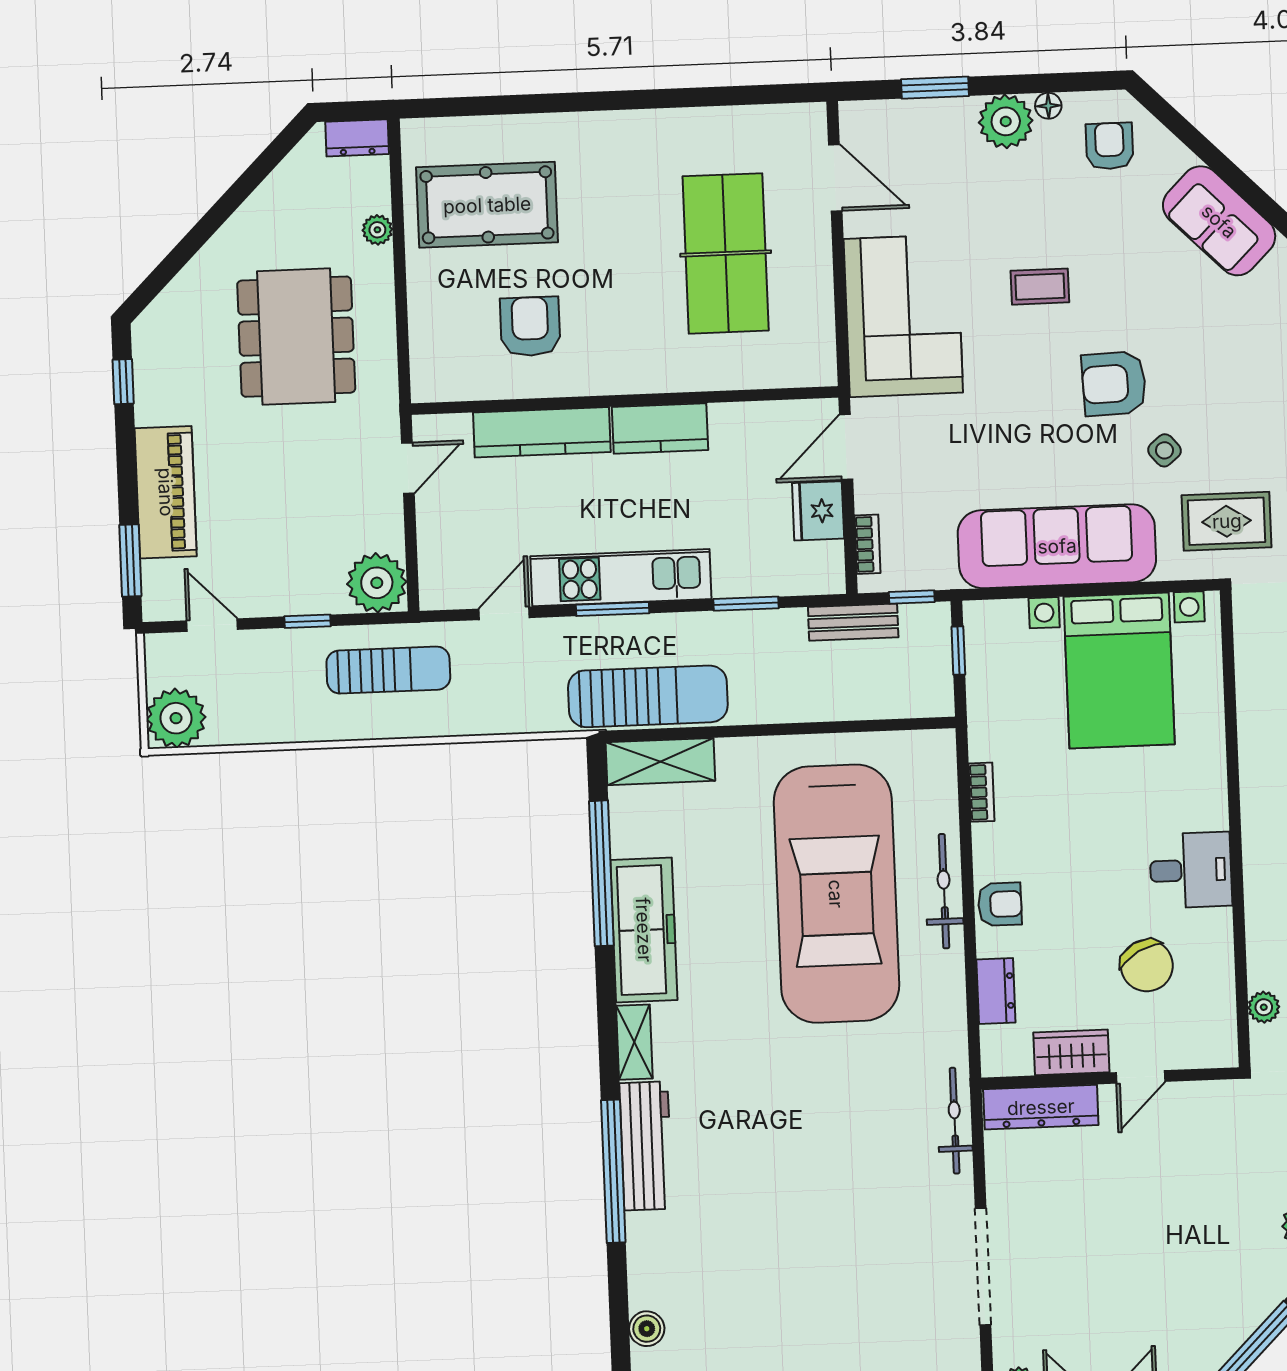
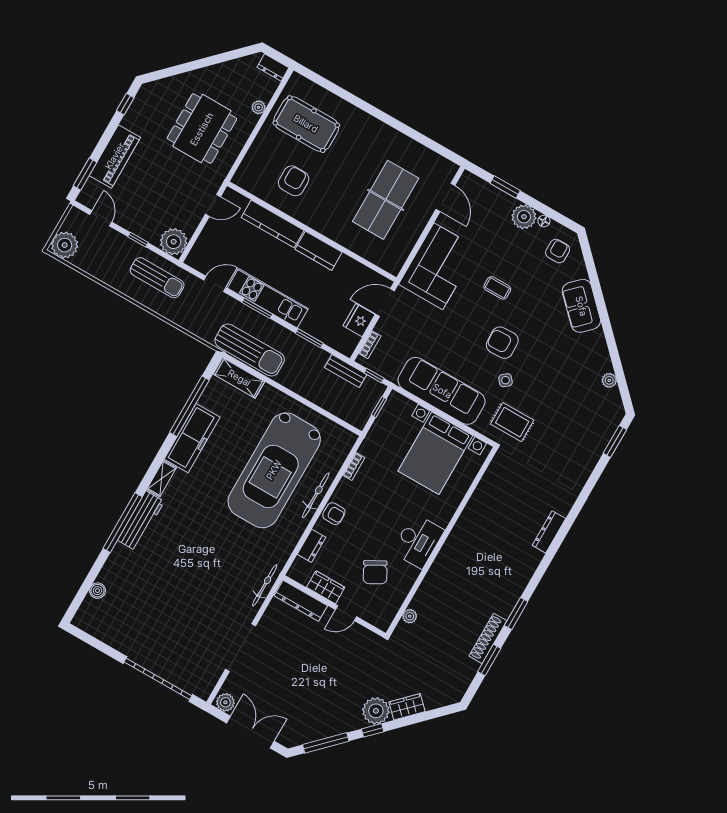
desk: (1191, 870) -> (418, 541), width x1.37

